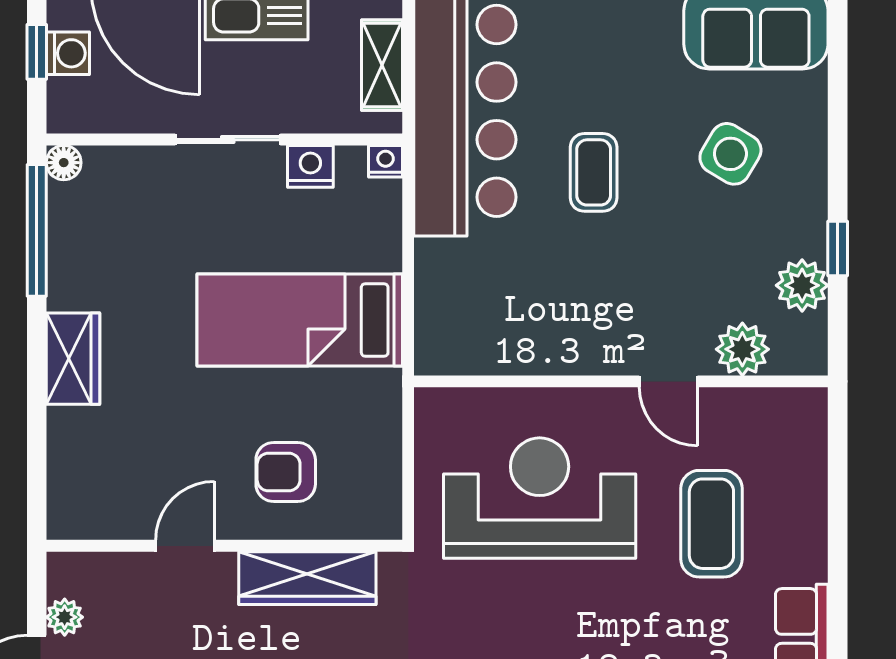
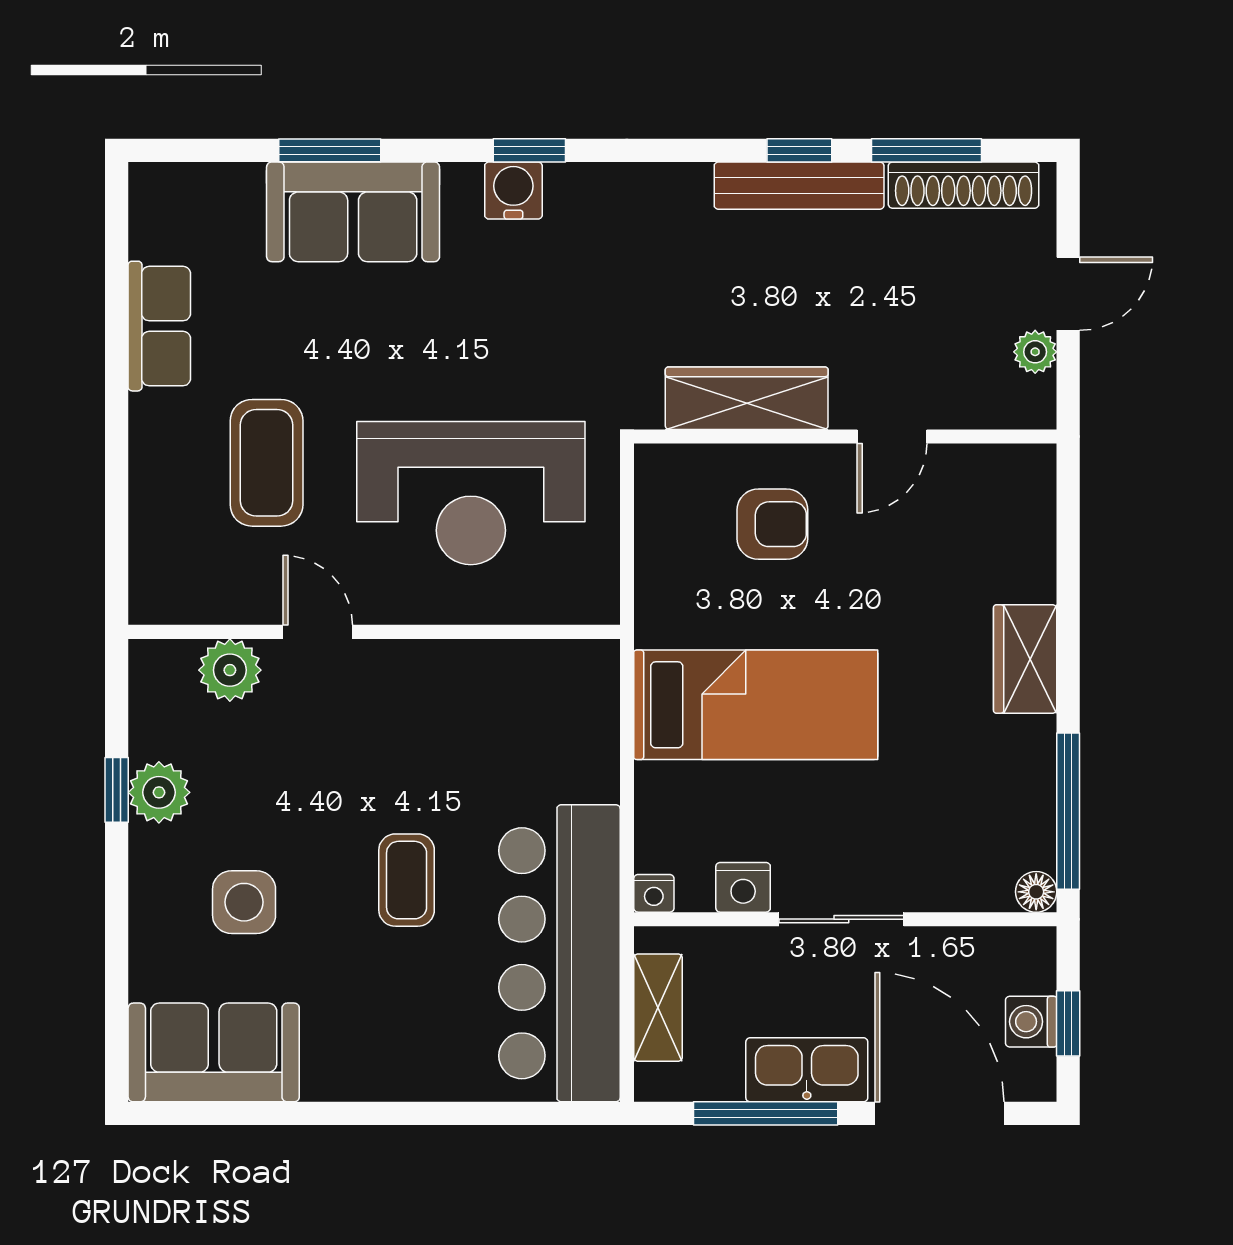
side table: (730, 154) -> (244, 902), turned -31
plant: (802, 285) -> (159, 792), moved

